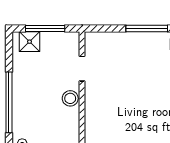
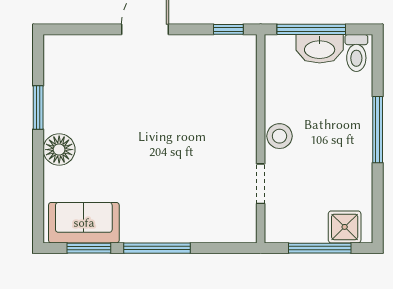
window: (9, 102) -> (378, 130), width x0.68

